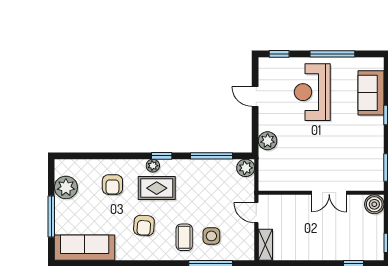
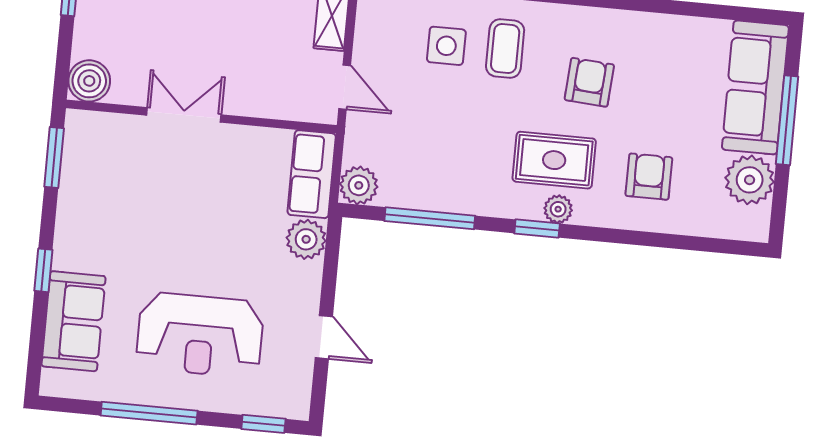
reception desk: (312, 92) -> (200, 335), turned 90
row of seats: (268, 171) -> (312, 174), added
sofa: (85, 248) -> (755, 87), moved, turned 90

